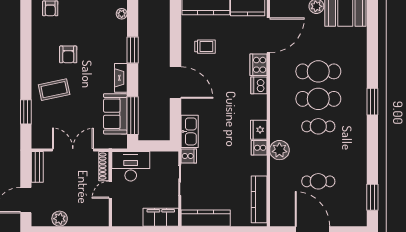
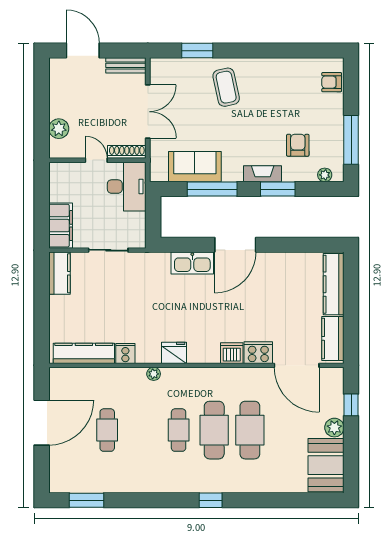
trolley: (205, 47) -> (282, 283), removed
armchair: (68, 54) -> (298, 145), moved, turned 90
fireplace: (121, 78) -> (263, 174), moved
window: (372, 102) -> (211, 500), width x0.67
window: (133, 116) -> (212, 189), moved
kitchen sink: (190, 131) -> (192, 263), moved
cooker: (259, 148) -> (125, 353), moved
plant: (279, 150) -> (154, 374), width x0.53, depth x0.53
cooker: (189, 156) -> (140, 262), removed
kitchen counter: (206, 218) -> (59, 273), width x0.67
plant: (60, 219) -> (59, 129), moved

